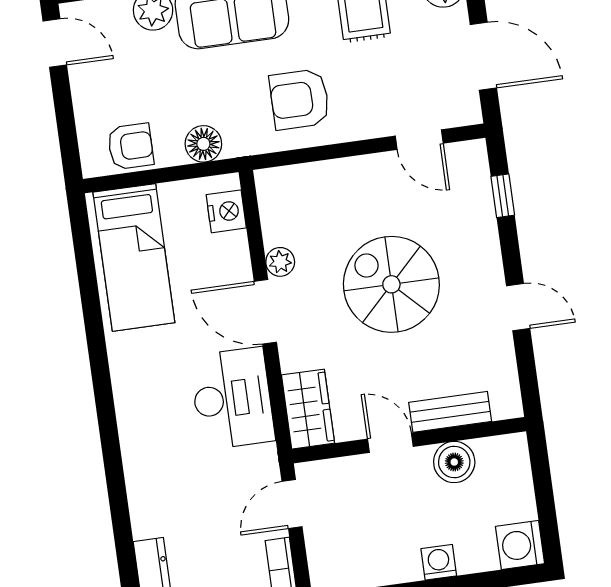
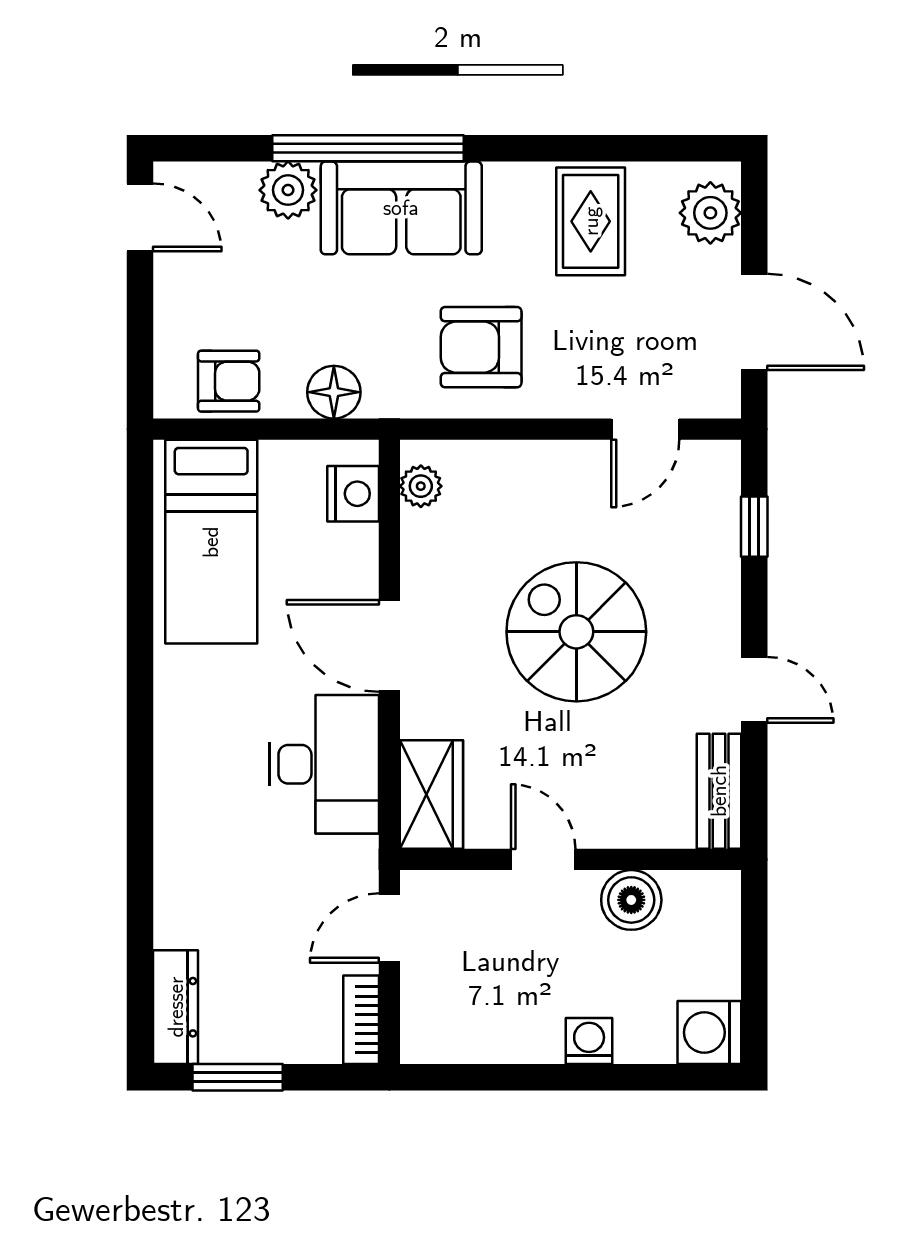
door: (419, 140) -> (645, 429), hinge flipped
plant: (280, 262) -> (421, 486), moved
bench: (450, 412) -> (719, 791), moved, turned 90

